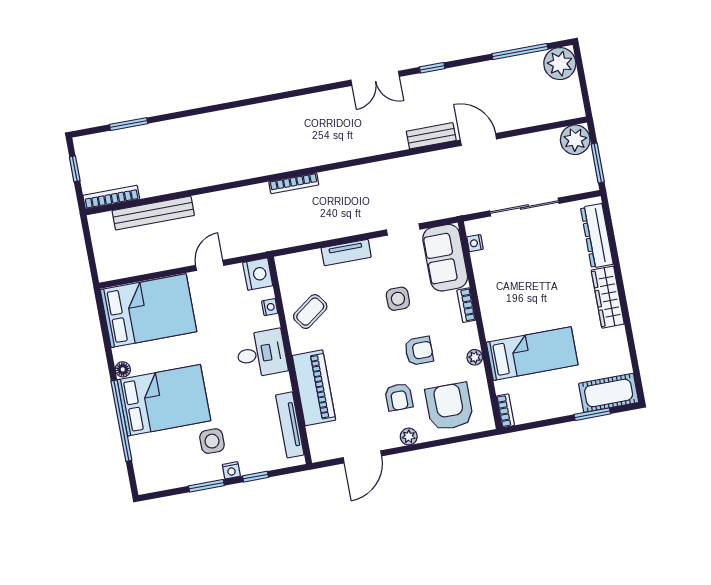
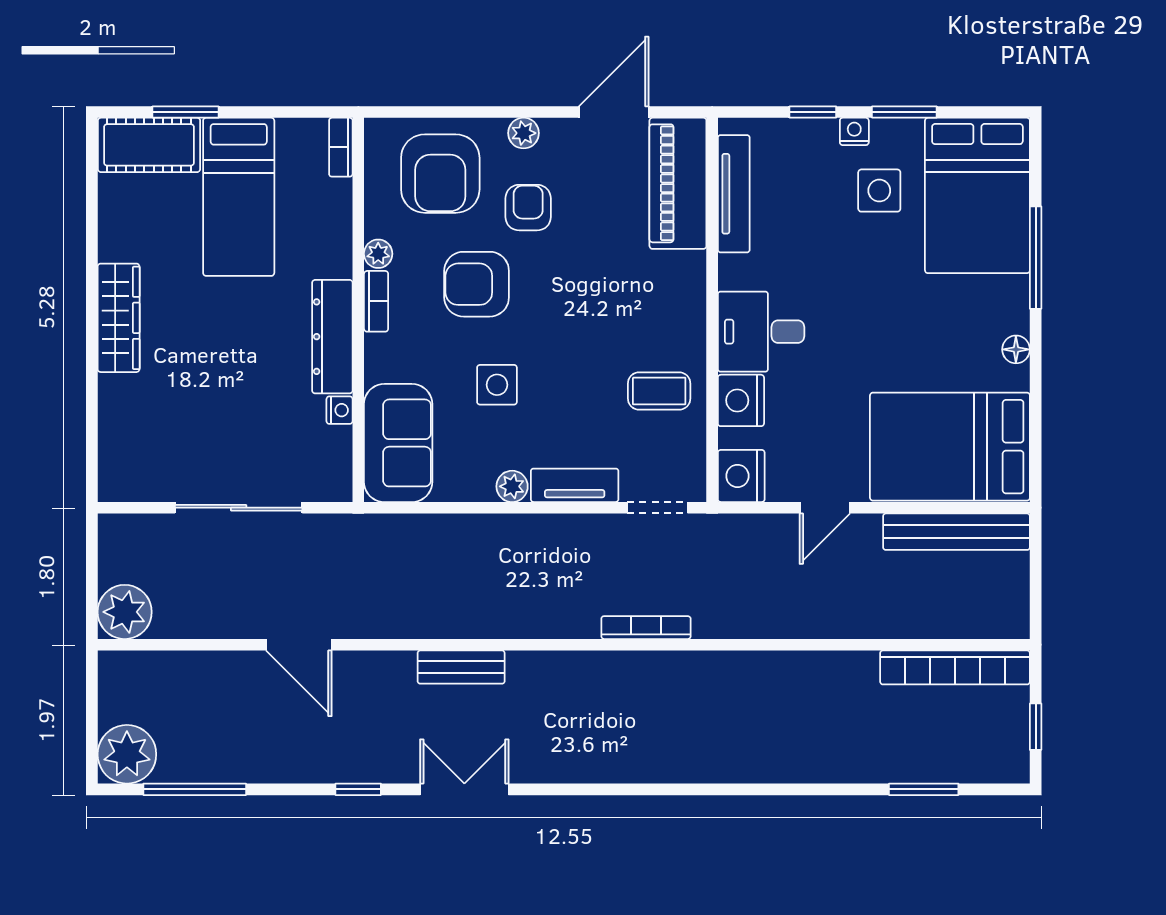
bench: (431, 136) -> (461, 667), moved
window: (598, 163) -> (92, 563), removed
bookcase: (111, 197) -> (955, 667), width x1.48, depth x1.31
bench: (153, 213) -> (956, 532), moved
doorway: (403, 230) -> (657, 508), moved
dresser: (597, 236) -> (332, 337), moved, turned 180
nightstand: (475, 243) -> (340, 410), moved
plant: (380, 246) -> (512, 486), added
bookcase: (466, 305) -> (376, 301), moved
nightstand: (270, 307) -> (741, 400), width x1.89, depth x1.79
coffee table: (310, 312) -> (659, 391), turned 36
armchair: (419, 351) -> (477, 284), width x1.38, depth x1.38
bed: (532, 354) -> (239, 197), moved, turned -90
piano: (314, 388) -> (678, 183), moved
bed: (164, 400) -> (977, 195), moved, turned -90
window: (121, 421) -> (1036, 258), width x0.68

